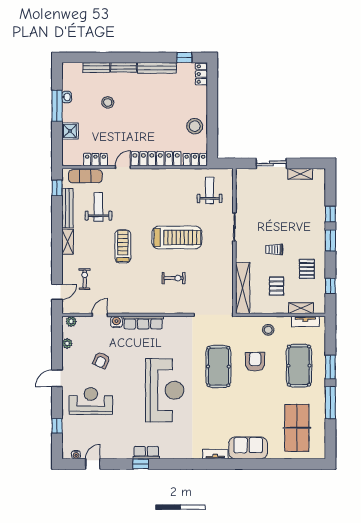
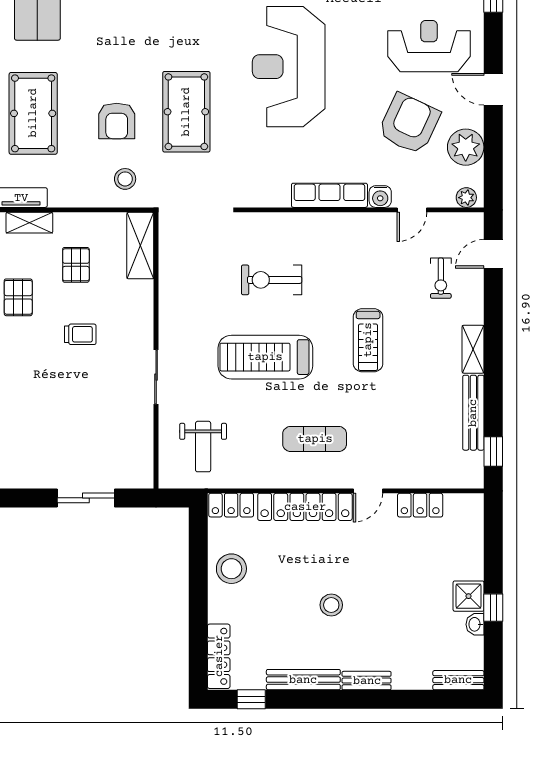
bench: (96, 68) -> (458, 680), moved
locker: (201, 74) -> (219, 656), width x1.53
stool: (108, 102) -> (331, 605), moved
window: (57, 106) -> (493, 608), width x0.46
shower: (70, 131) -> (469, 596), moved
shelving: (300, 174) -> (31, 478), removed
exercise mat: (85, 176) -> (315, 439), moved
weight bench: (98, 207) -> (414, 415), removed
exercise bike: (174, 278) -> (272, 280), width x1.38, depth x1.39
shelving: (243, 288) -> (140, 246), width x0.68
stool: (268, 330) -> (125, 179), moved
plant: (67, 343) -> (466, 147), width x1.87, depth x1.87
armchair: (101, 360) -> (409, 124), width x1.88, depth x1.88
door: (57, 378) -> (493, 89), swing flipped
reception desk: (91, 401) -> (429, 46), turned 180

